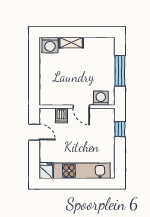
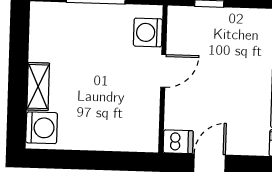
dishwasher: (62, 115) -> (178, 142), moved

